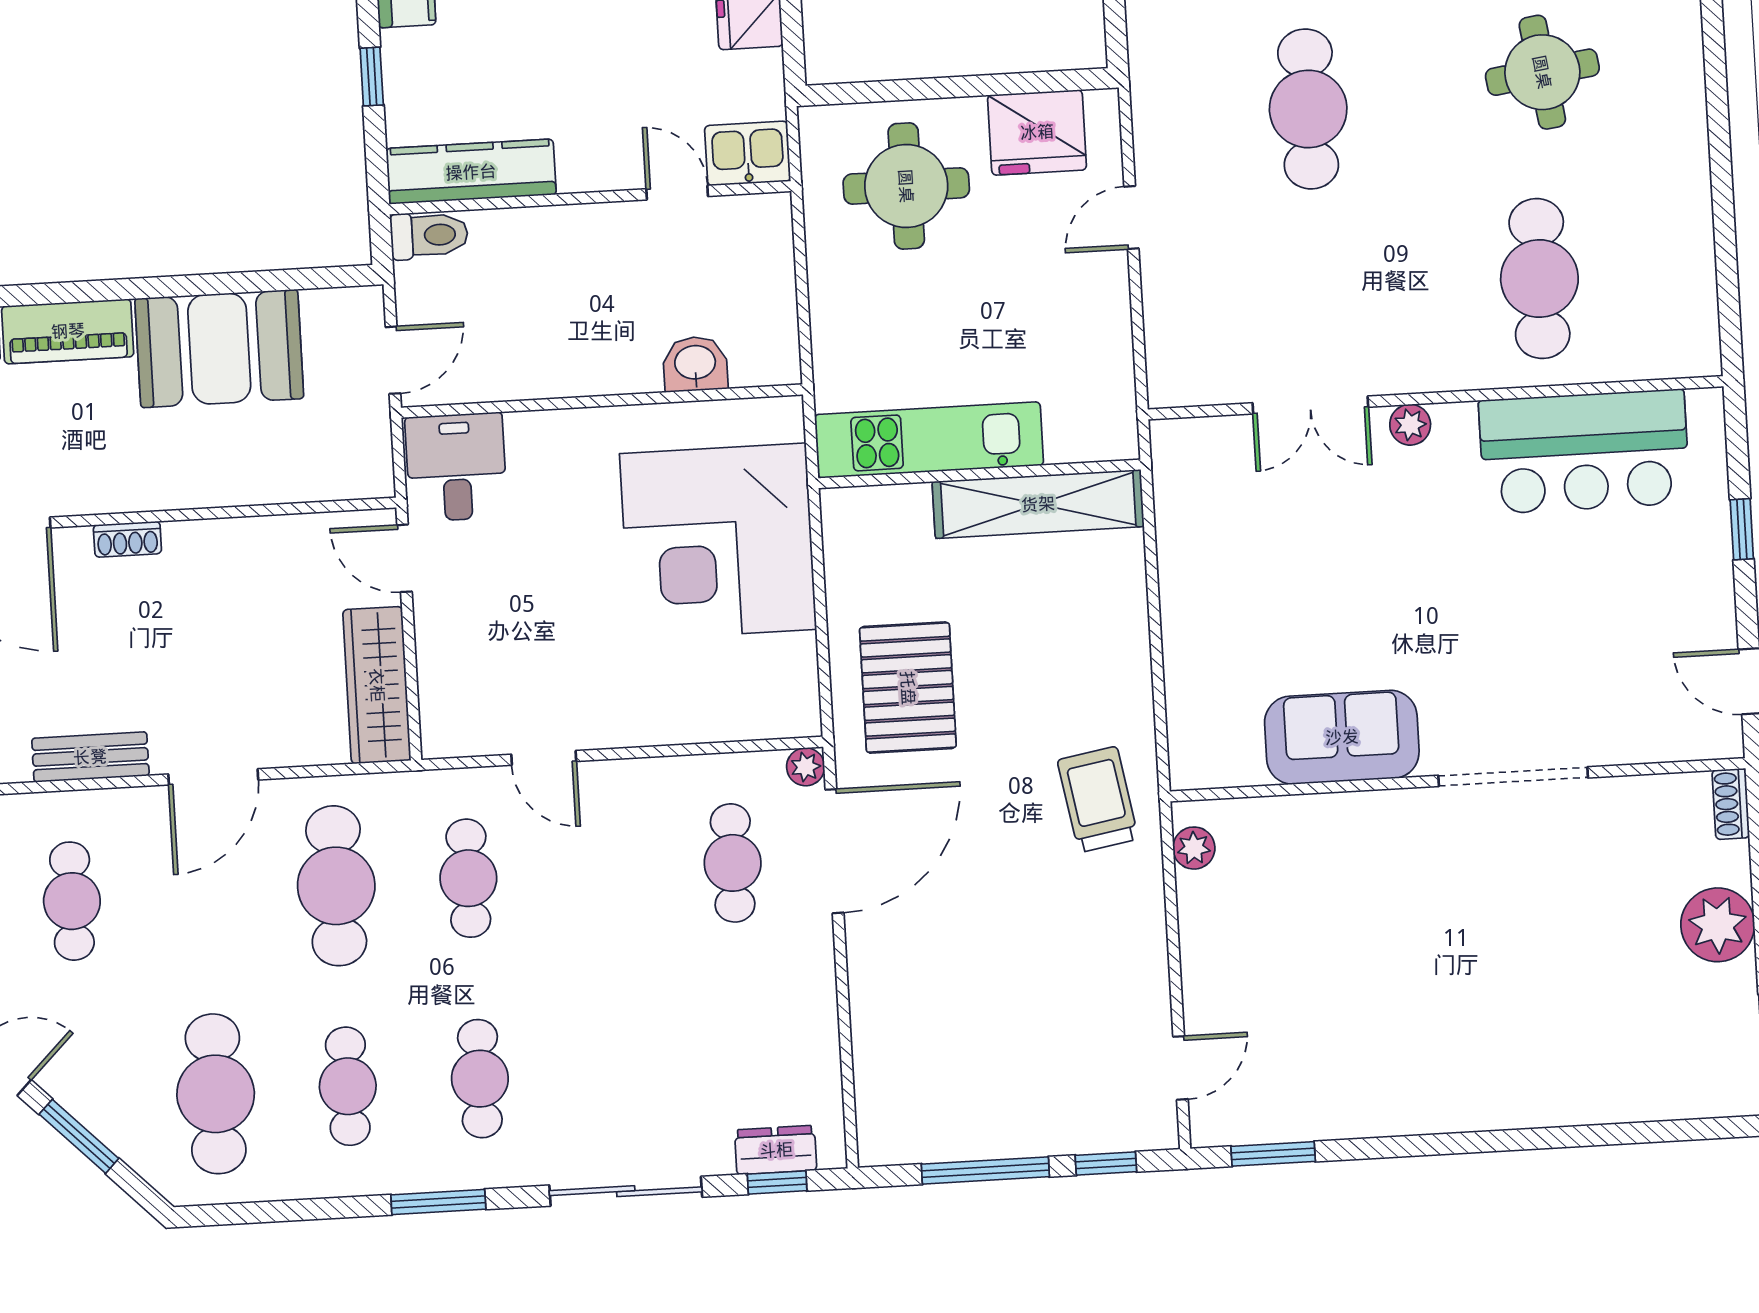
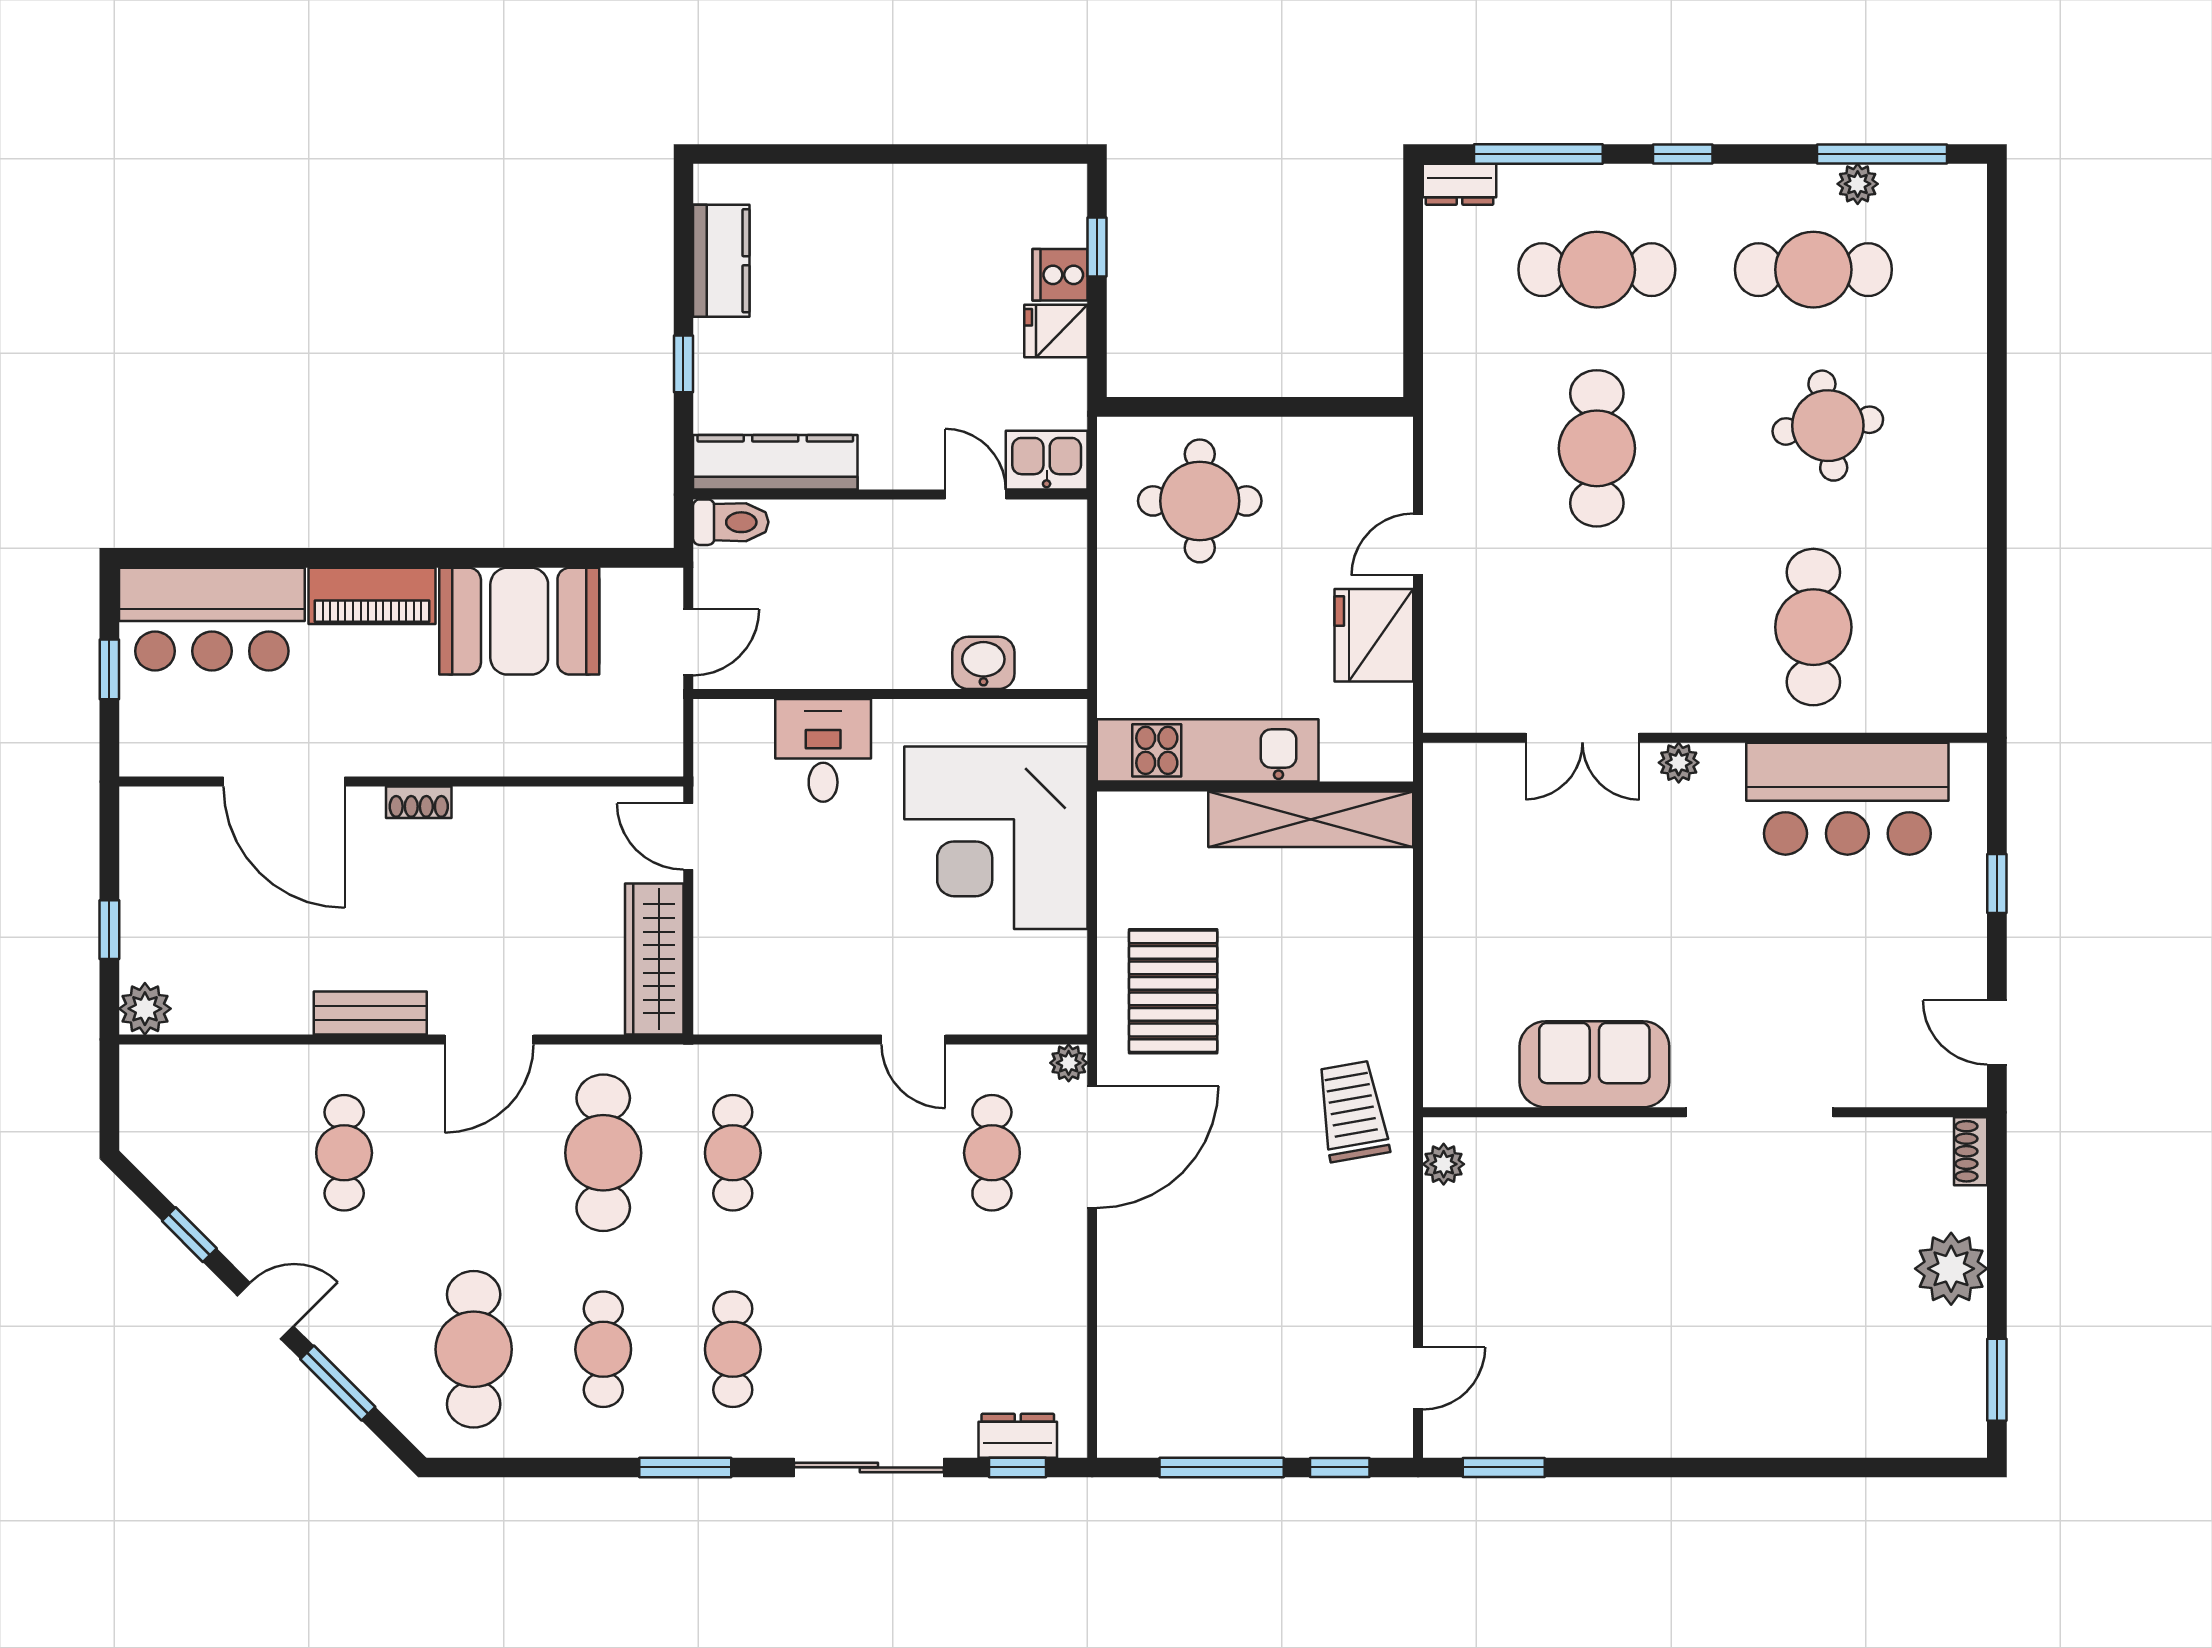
fridge: (1037, 132) -> (1374, 635), moved, turned 90
desk: (456, 467) -> (823, 750), moved
door: (544, 758) -> (913, 1039), moved

